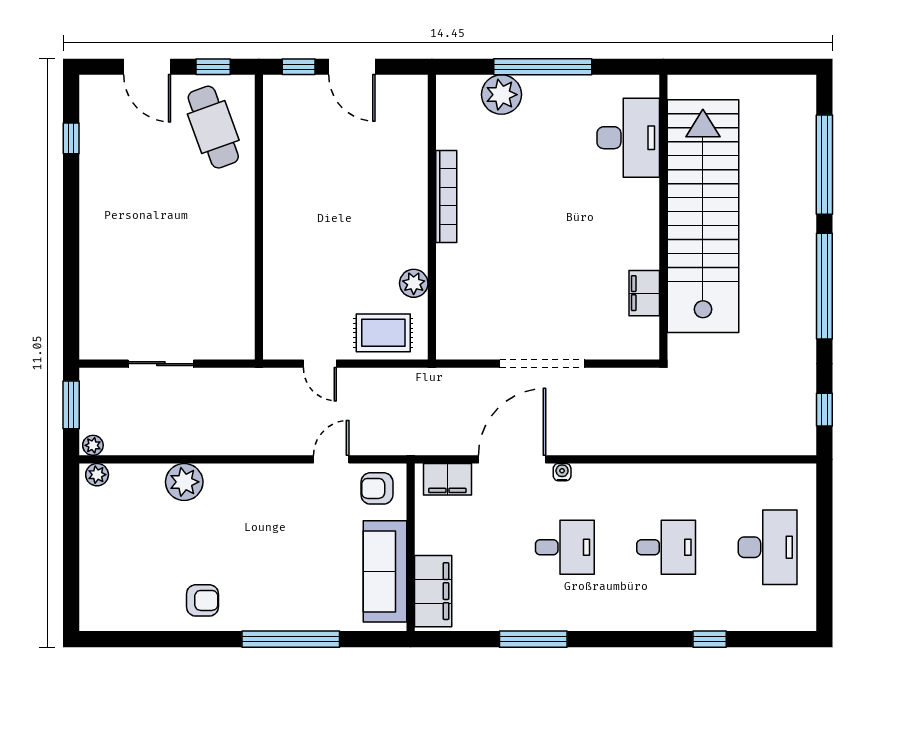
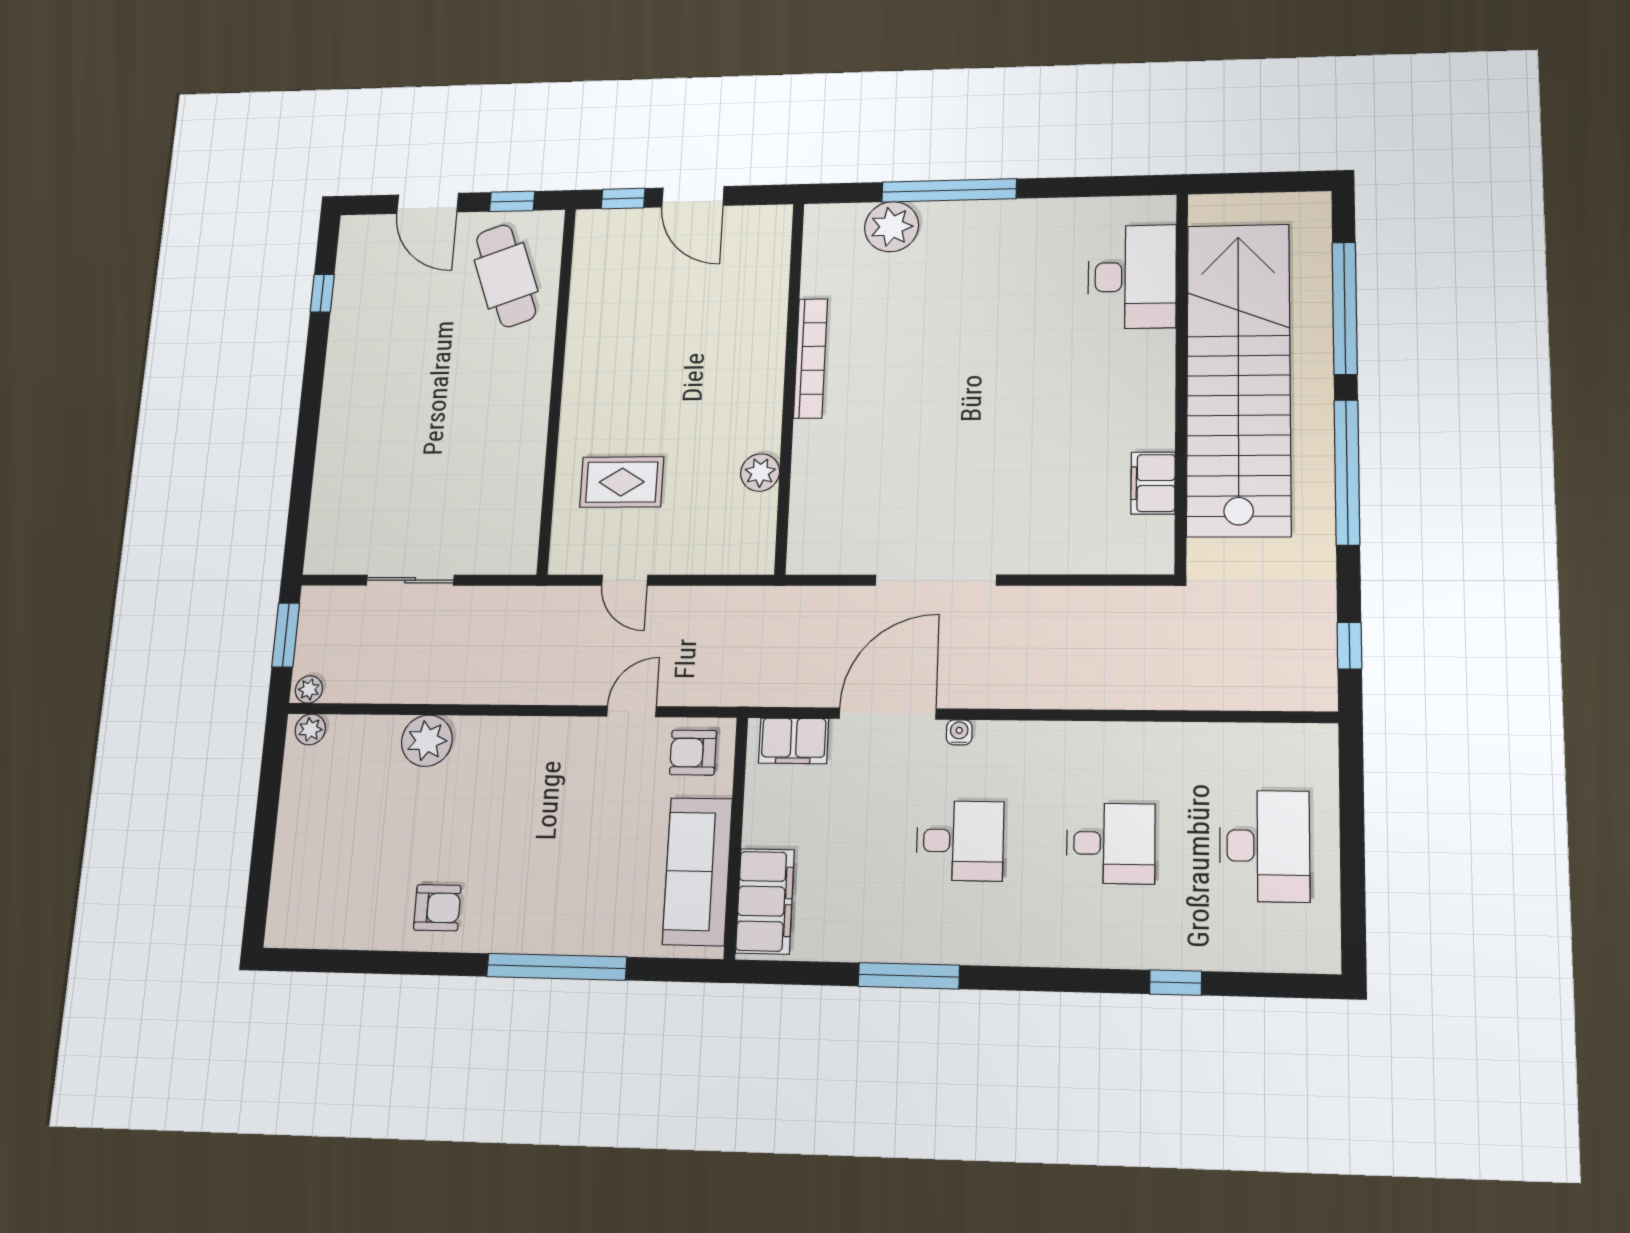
desk: (628, 138) -> (1132, 277), moved
stairs: (703, 216) -> (1238, 378), moved
wall: (663, 217) -> (1181, 380), moved
filing cabinet: (644, 293) -> (1153, 483), moved
rug: (383, 333) -> (622, 482), moved

